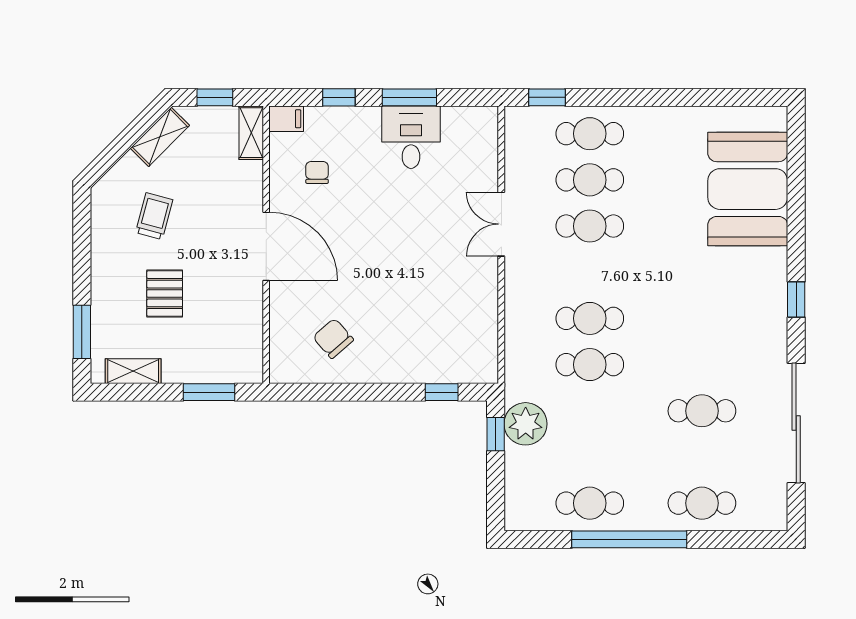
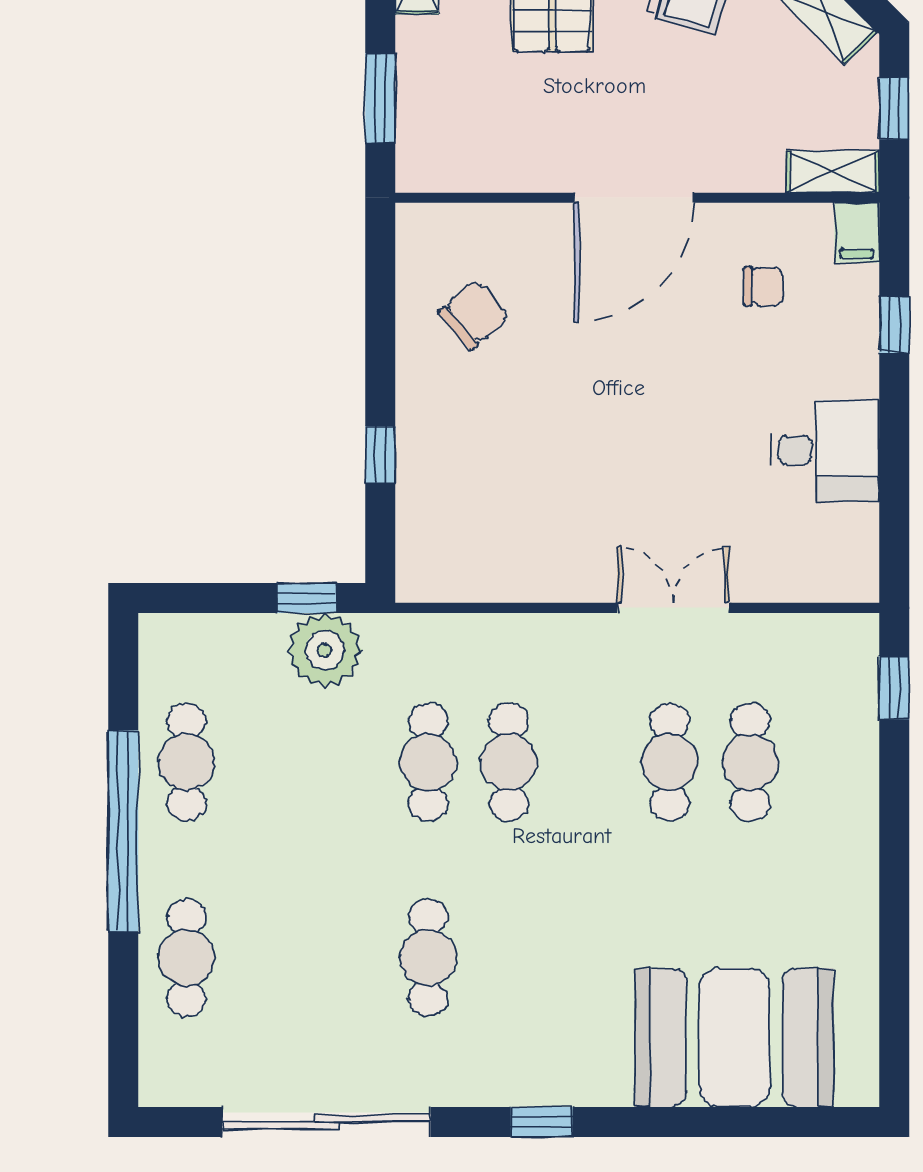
window: (409, 97) -> (894, 448), removed
cafe table: (590, 134) -> (831, 762), removed
window: (442, 392) -> (380, 455), moved
cafe table: (702, 411) -> (428, 958), moved

